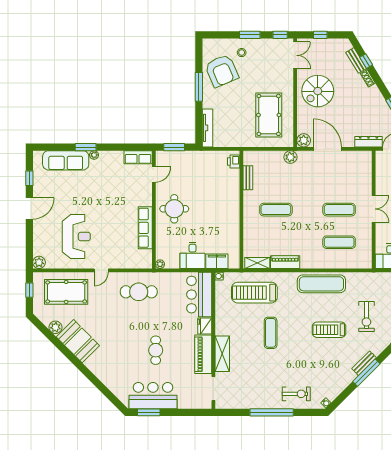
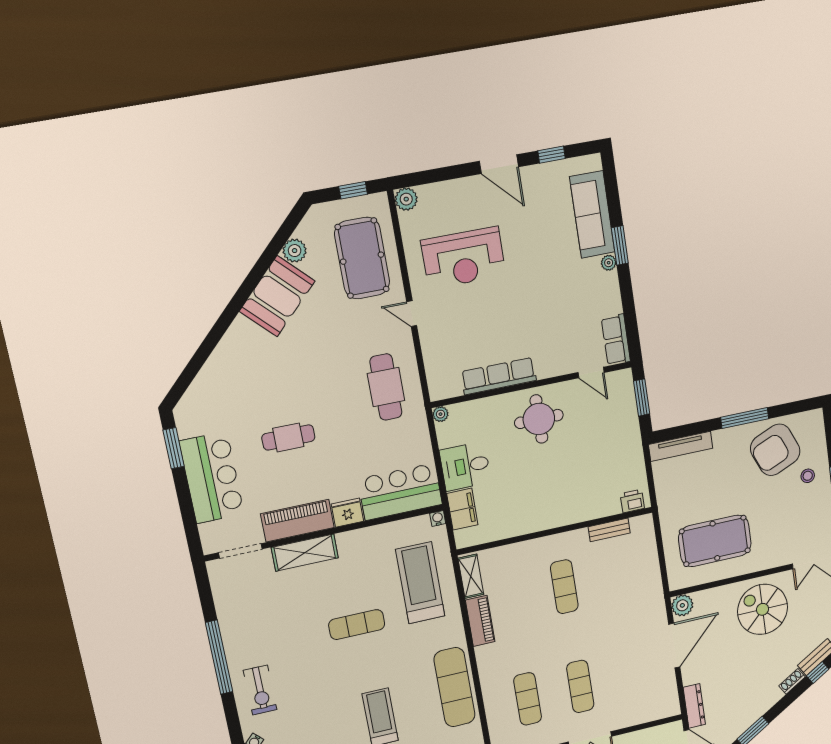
plant: (290, 157) -> (653, 590), removed
bar counter: (153, 396) -> (212, 478), moved

